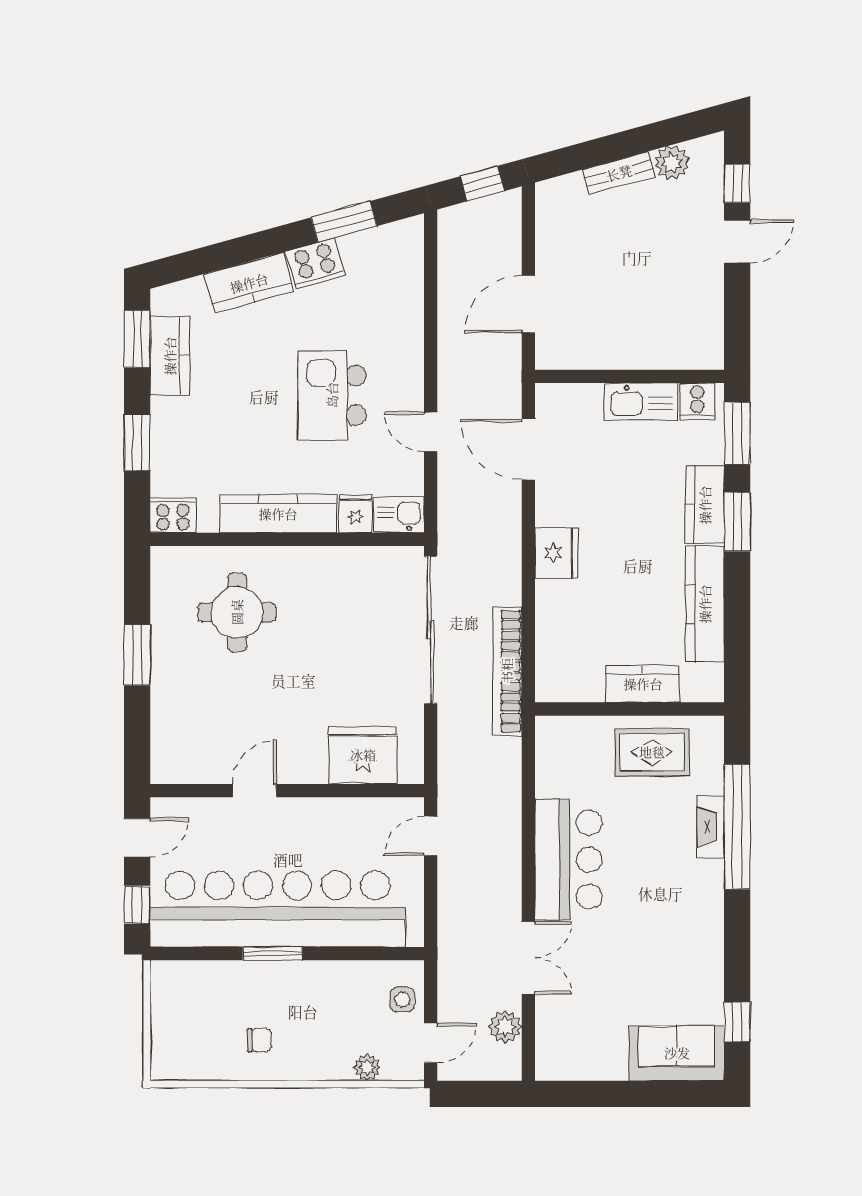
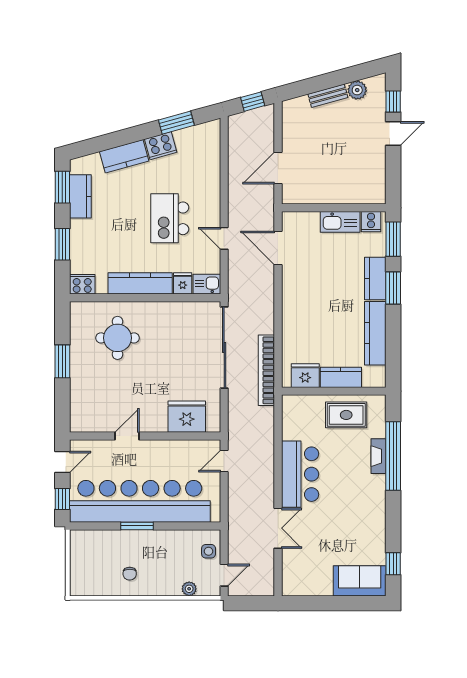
fridge: (557, 553) -> (305, 376), moved, turned -90
plant: (505, 1027) -> (265, 566), removed
chair: (259, 1040) -> (130, 574), turned 90

